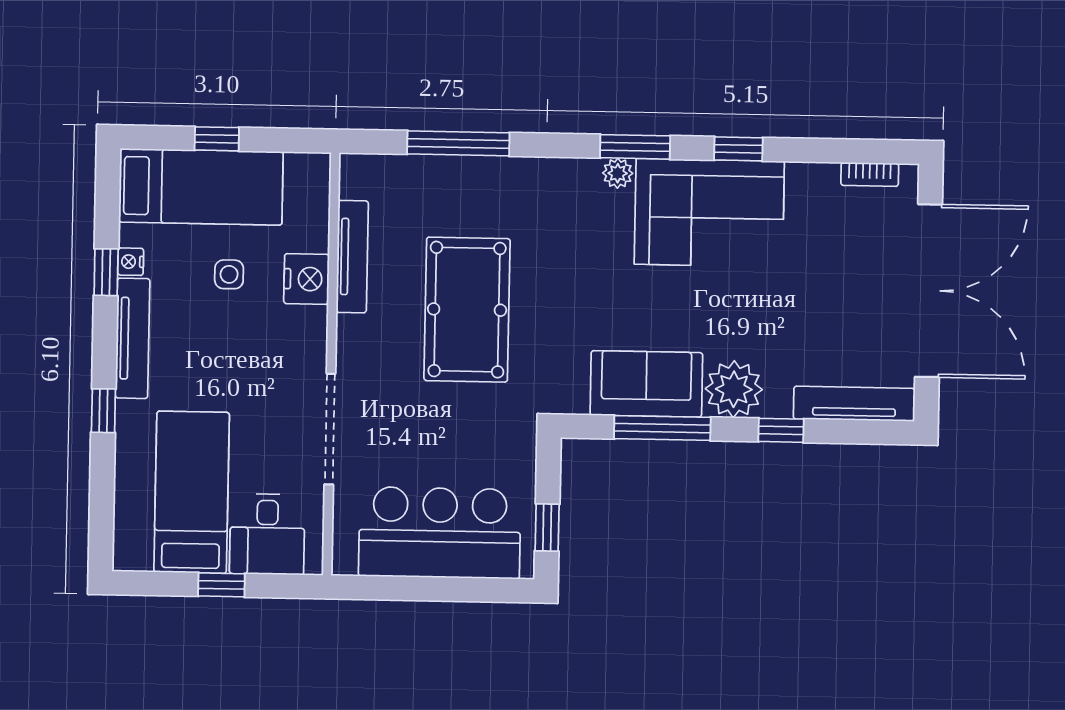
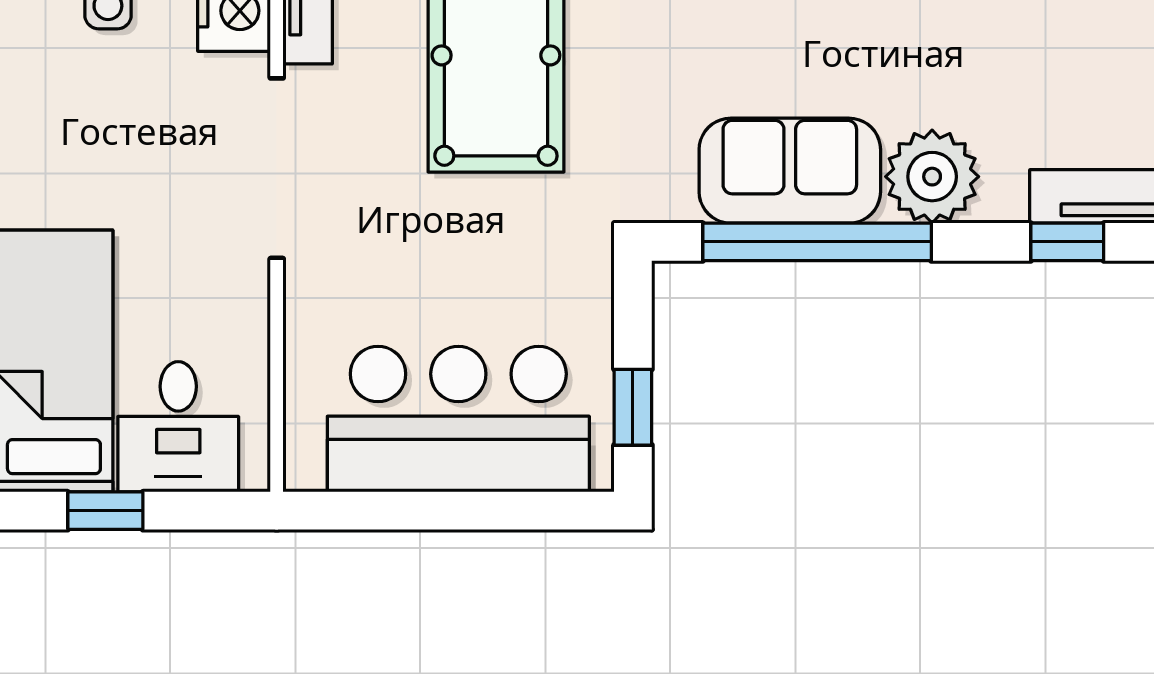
window: (662, 428) -> (817, 242), width x1.46
doorway: (330, 429) -> (277, 168), moved
window: (781, 430) -> (1067, 242), moved

